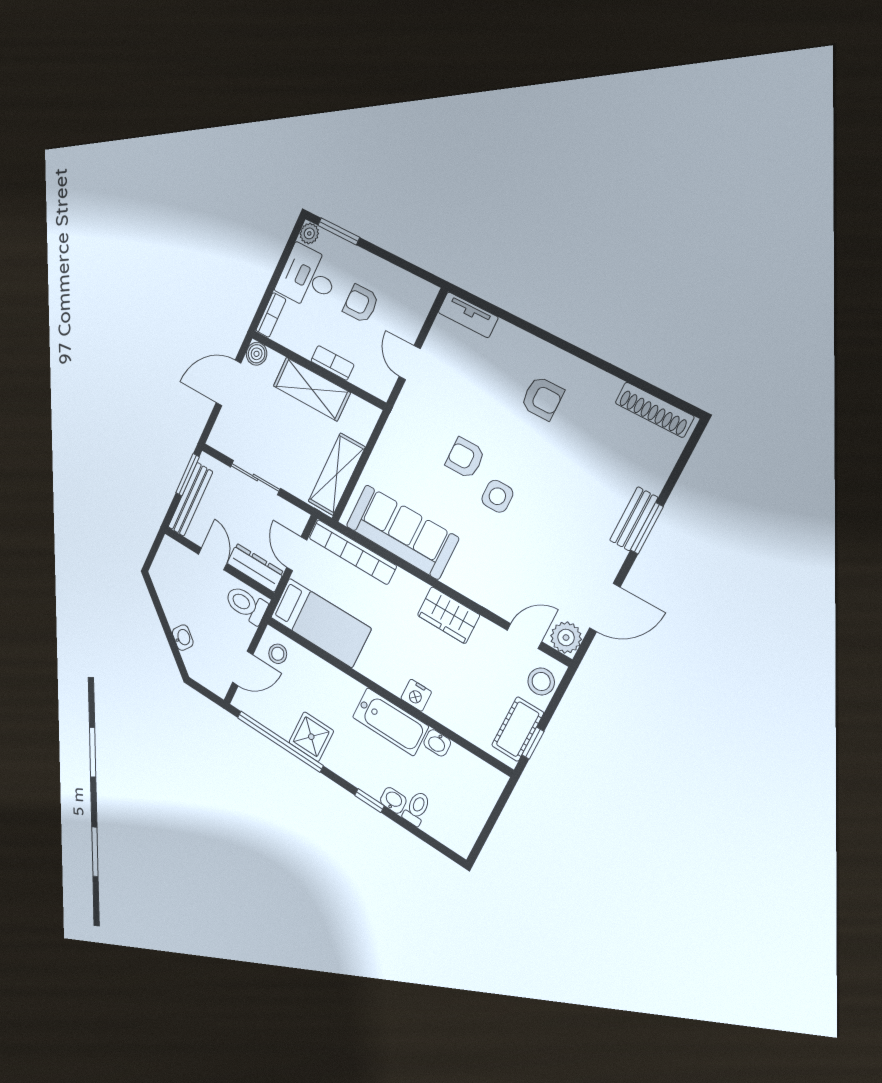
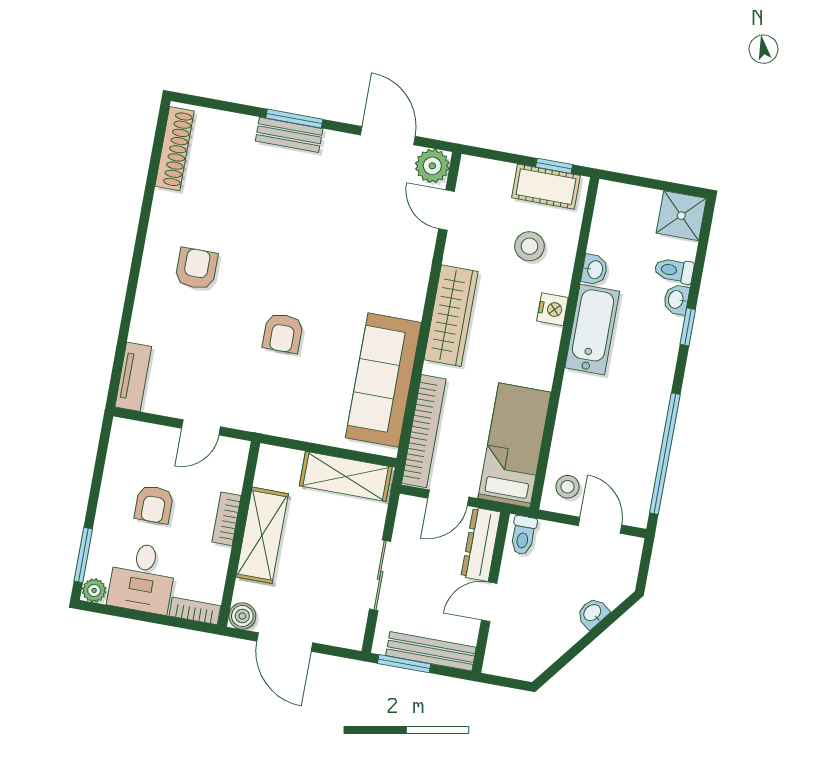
side table: (497, 496) -> (312, 285), removed
toilet: (246, 604) -> (523, 535), width x0.73, depth x0.72
wardrobe: (448, 615) -> (451, 316), width x1.50
stool: (541, 682) -> (530, 246), moved
shower: (311, 737) -> (681, 216), moved

